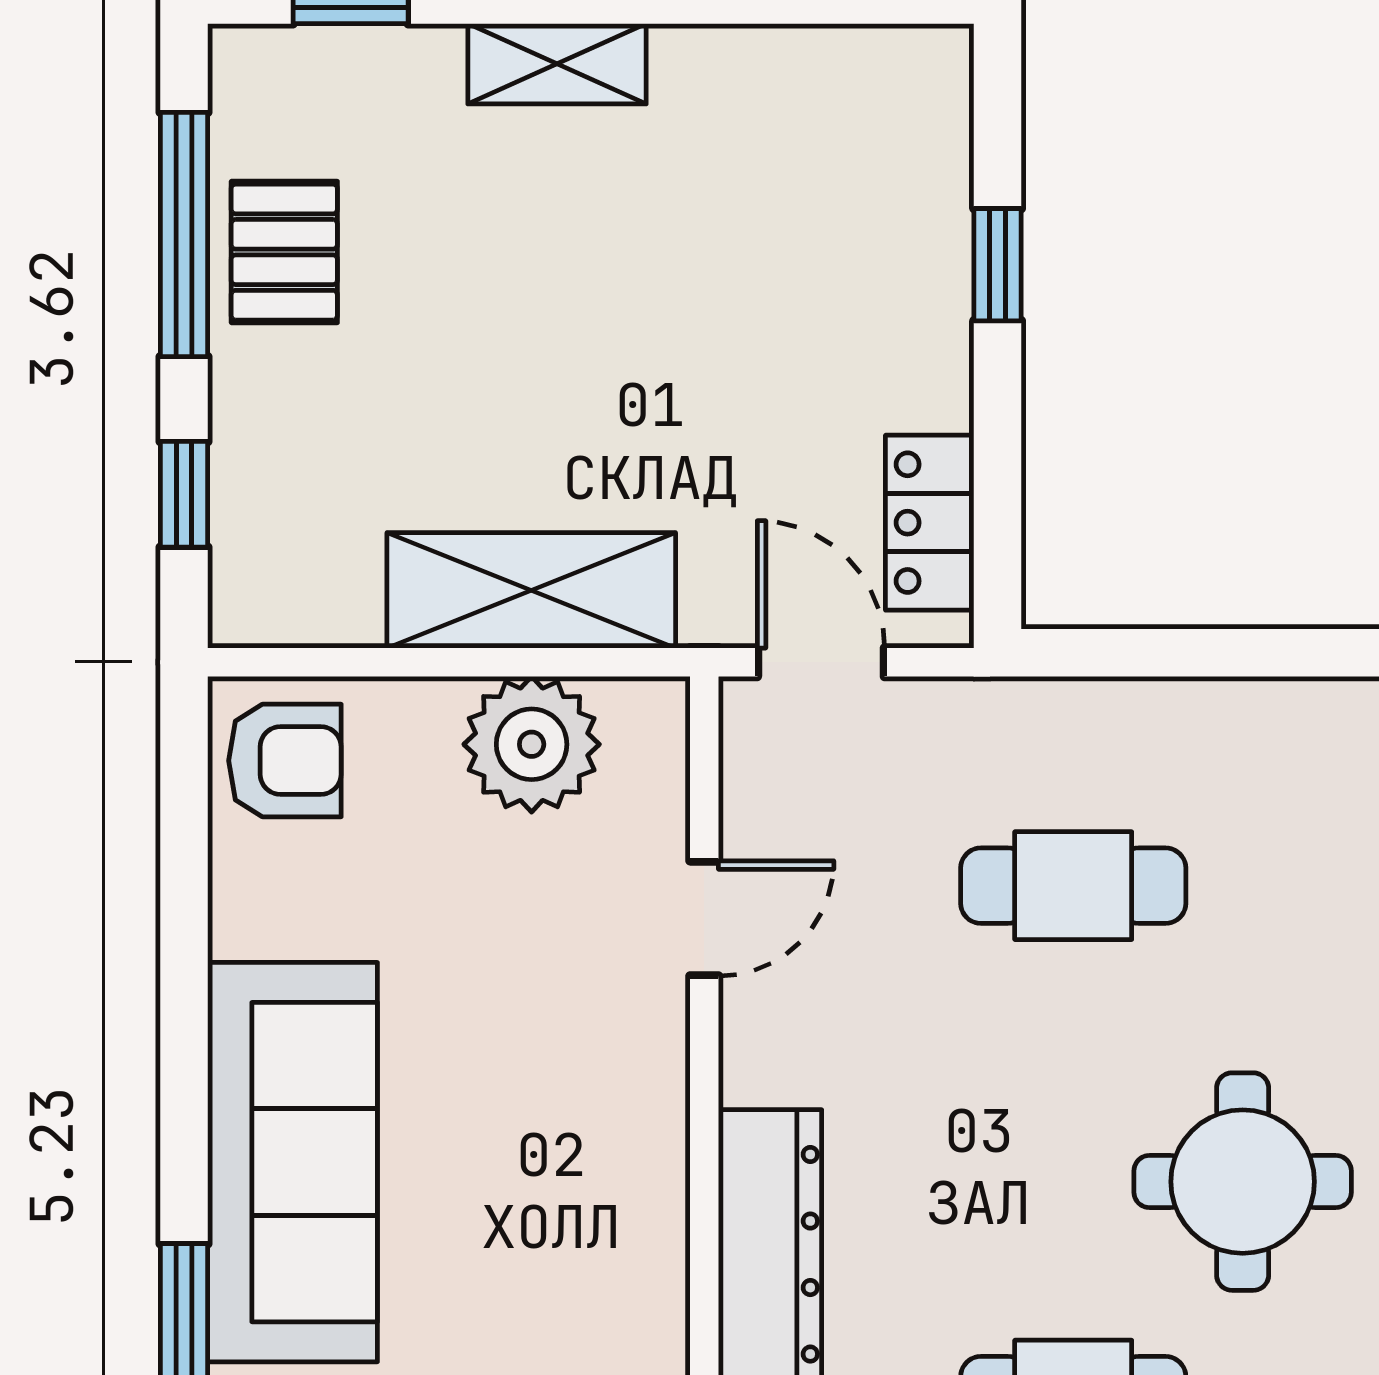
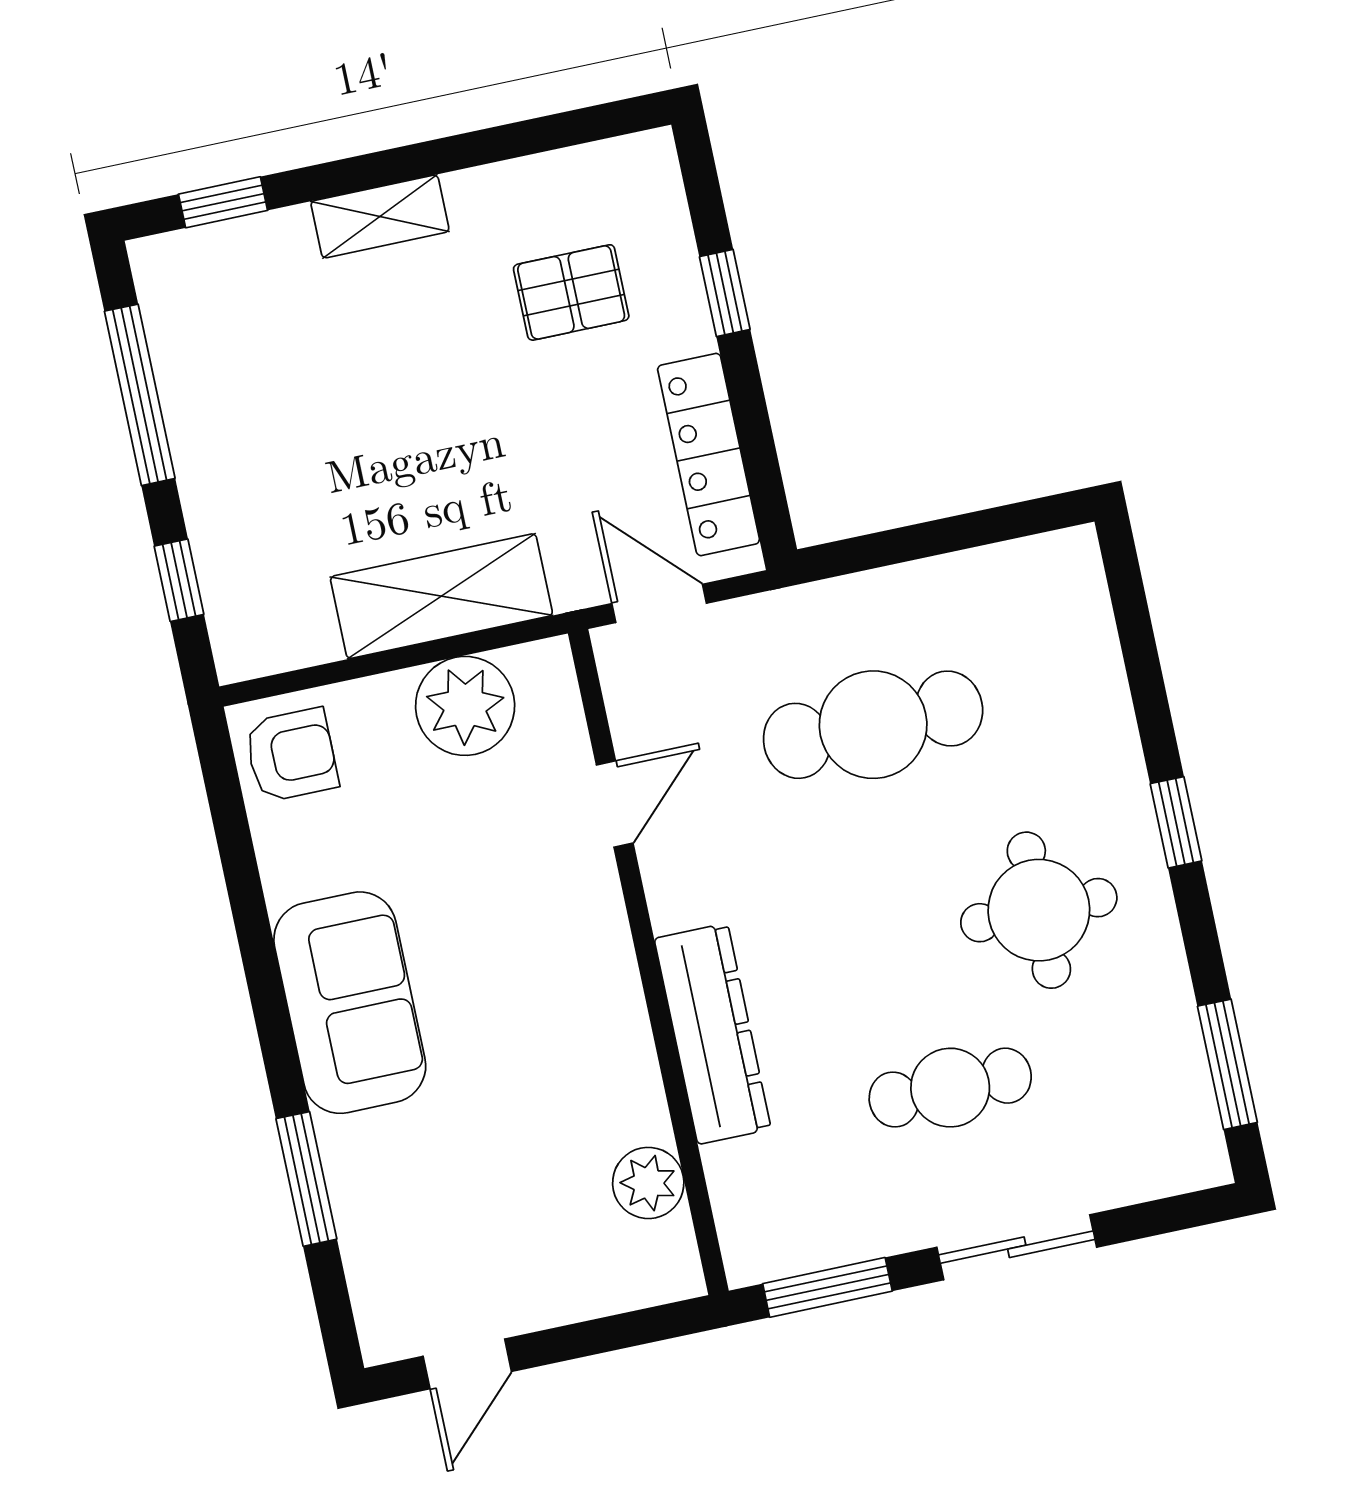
pallet: (284, 252) -> (571, 292), moved, turned 90
locker: (930, 523) -> (709, 455), width x1.53
cafe table: (1073, 886) -> (873, 725), width x1.37, depth x1.35
sofa: (293, 1162) -> (350, 1003), width x0.73

